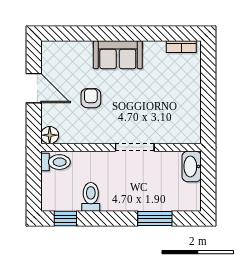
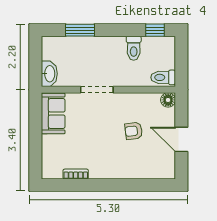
bookcase: (181, 47) -> (76, 174), moved
sofa: (118, 55) -> (53, 114), moved, turned 90
armchair: (91, 98) -> (134, 131), turned 83

